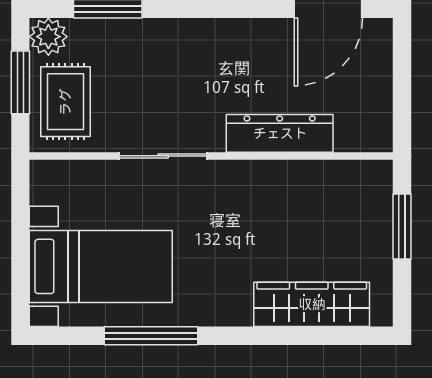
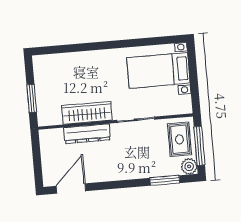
window: (20, 82) -> (199, 146), width x1.44
wardrobe: (312, 304) -> (87, 113), moved, turned 180
window: (151, 336) -> (134, 43), removed

